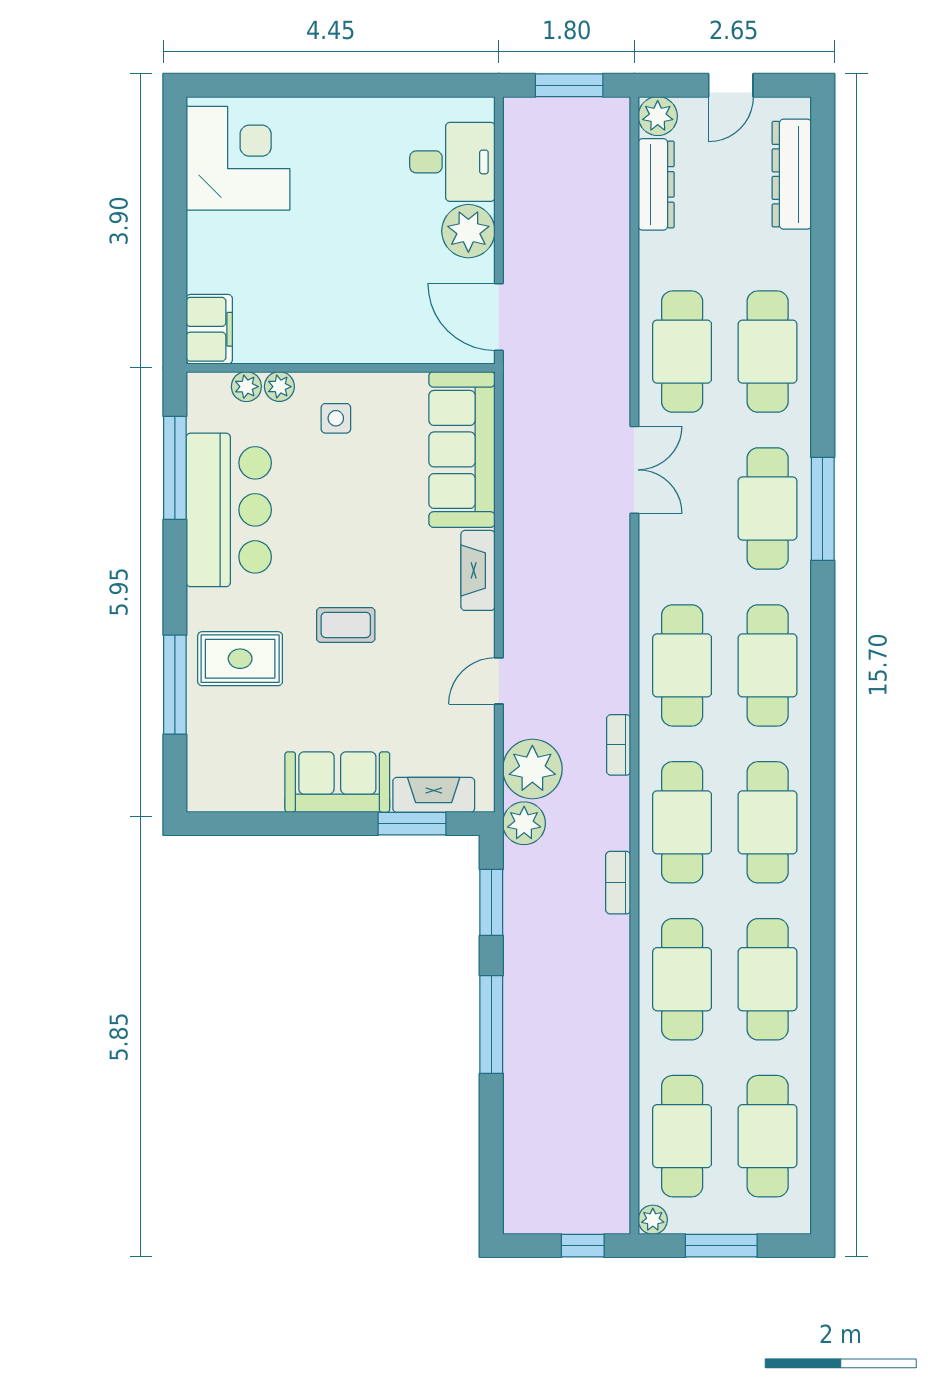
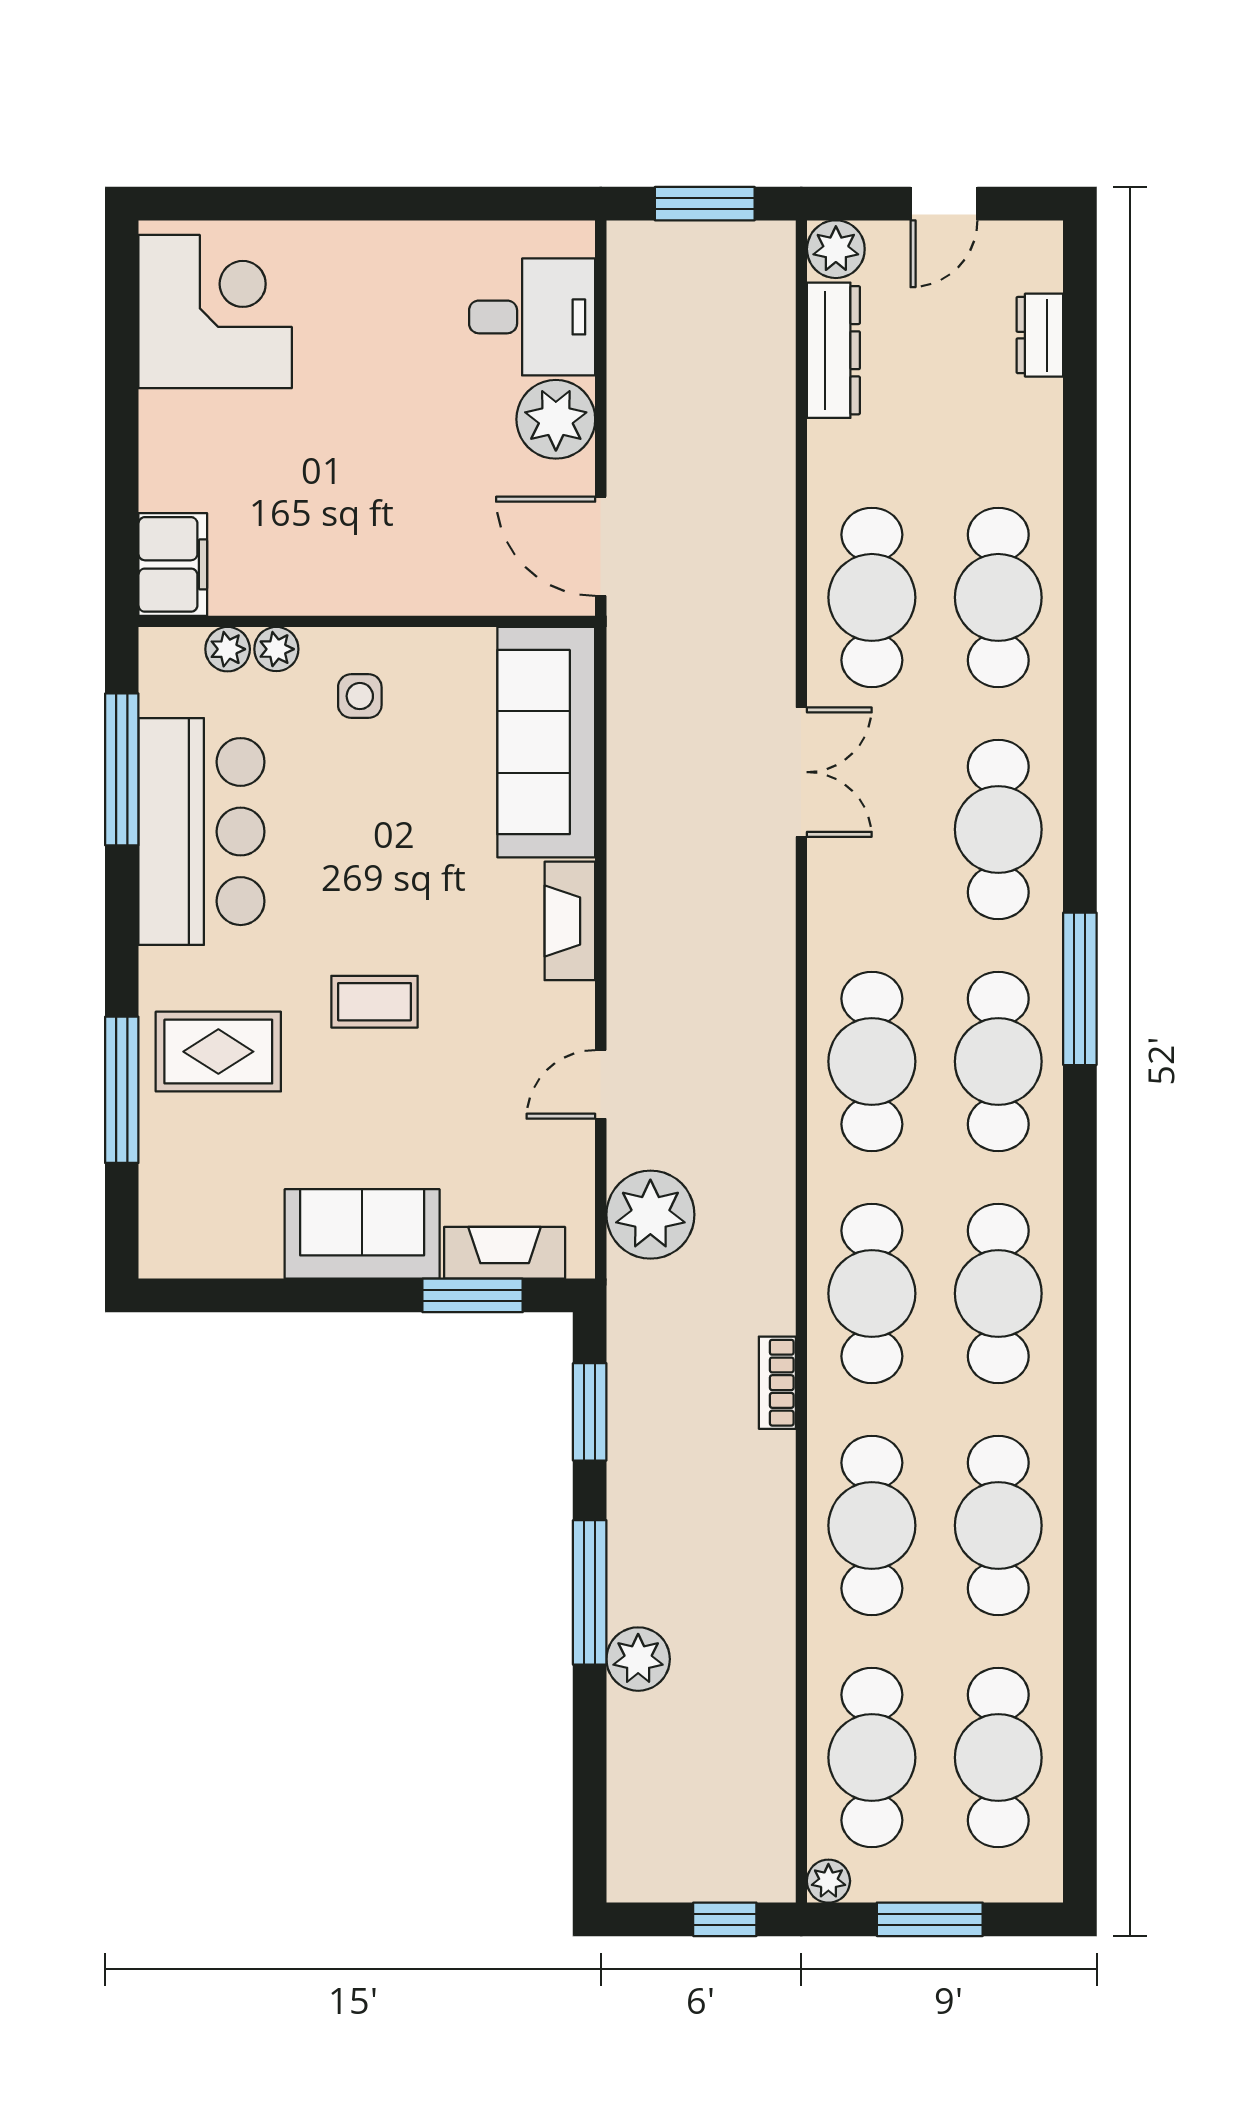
dresser: (792, 174) -> (1040, 335), width x0.51, depth x0.80
window: (823, 509) -> (1080, 989), moved
bookcase: (619, 745) -> (778, 1179), removed
plant: (524, 823) -> (638, 1659), moved

